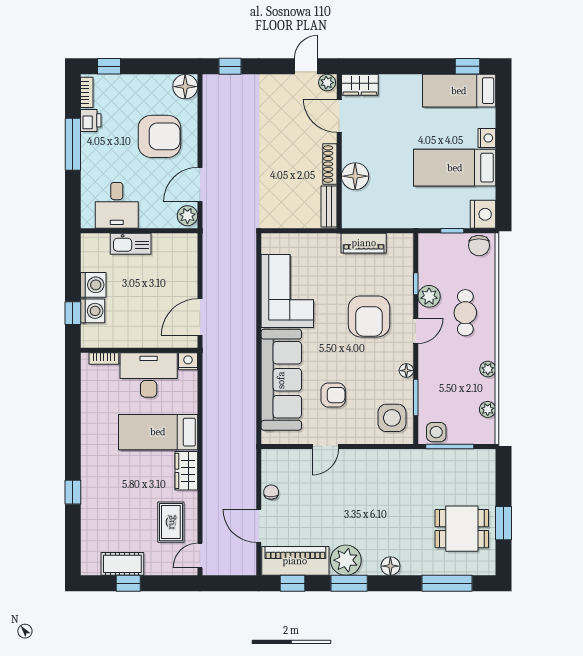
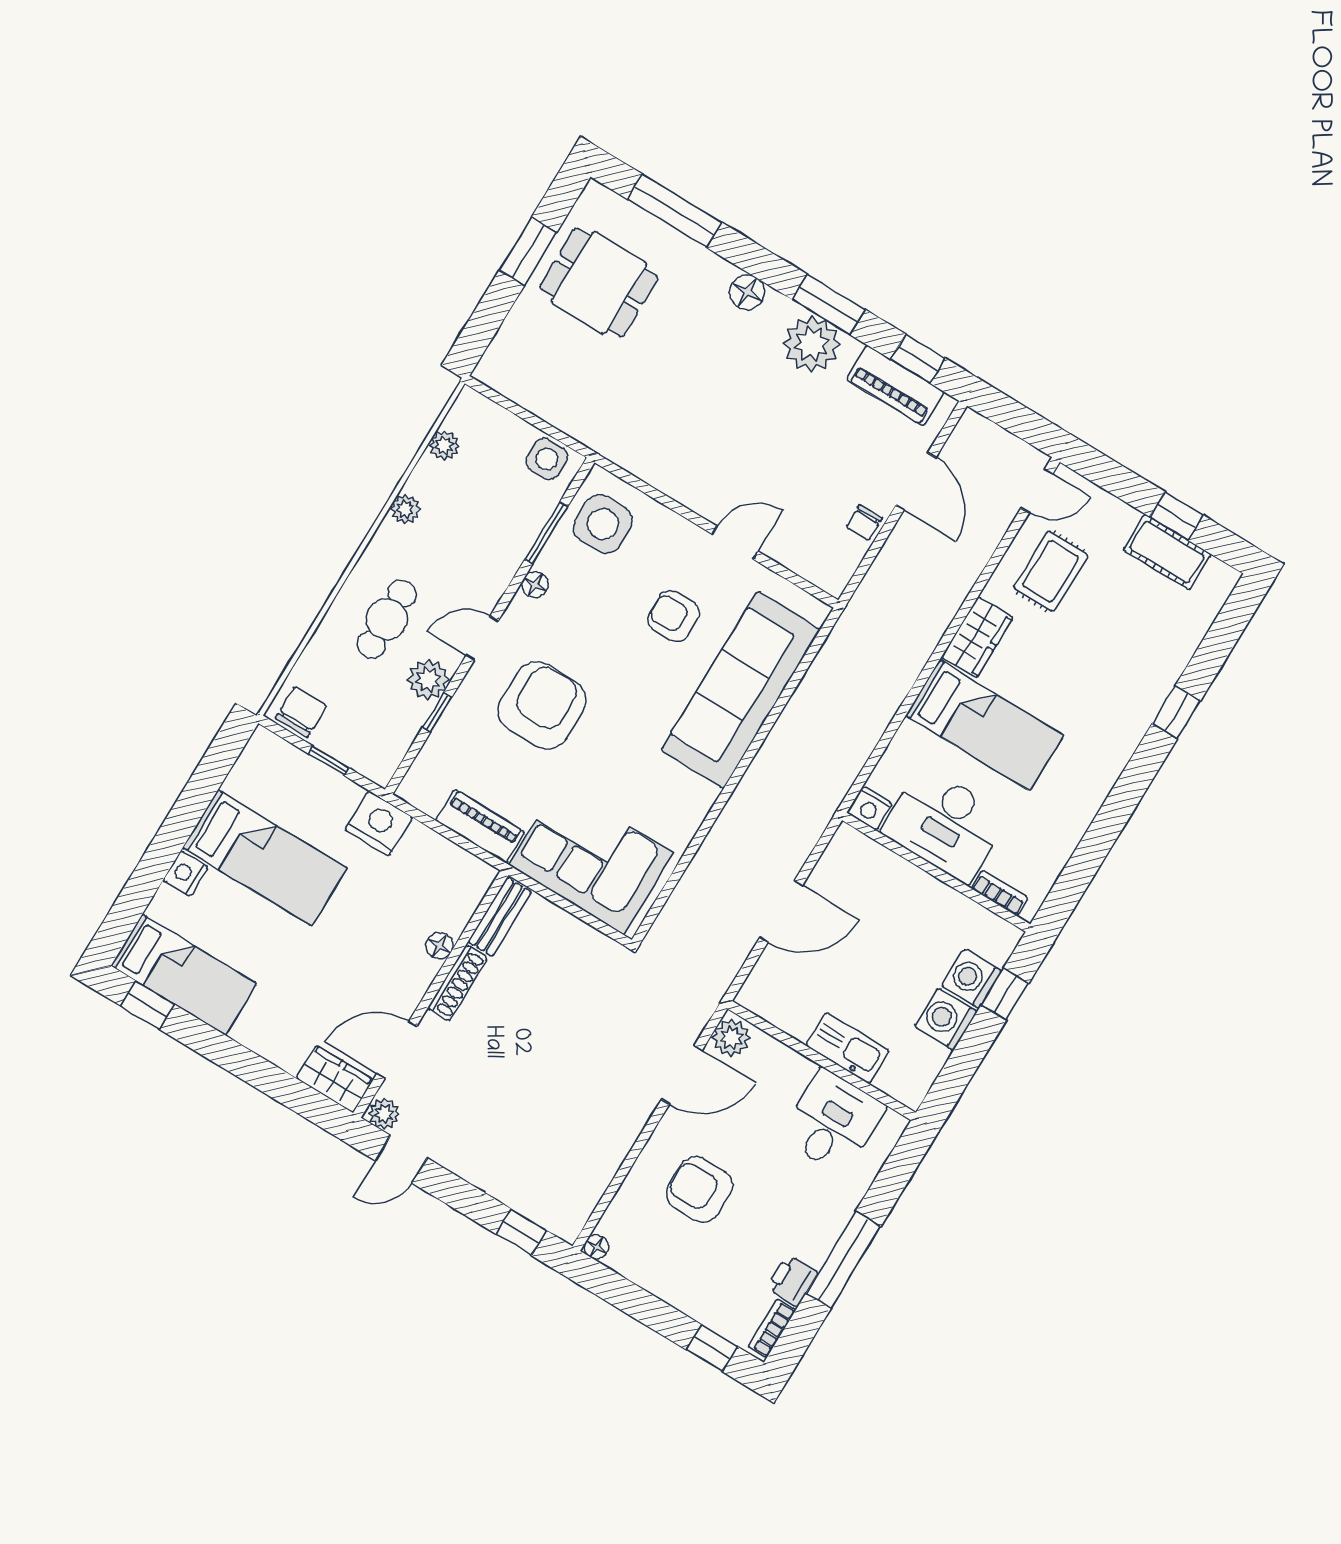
floor lamp: (185, 87) -> (596, 1247), width x0.53, depth x0.53
door: (339, 116) -> (397, 1050), swing flipped
armchair: (159, 136) -> (699, 1190), width x0.73, depth x0.73
floor lamp: (355, 176) -> (440, 946), width x0.53, depth x0.53
nightstand: (483, 214) -> (379, 823), moved, turned 90
corner sofa: (287, 291) -> (591, 859), moved, turned 90
door: (200, 317) -> (781, 911), moved
window: (450, 446) -> (539, 424), removed
piano: (295, 561) -> (895, 386), width x0.73, depth x0.75

